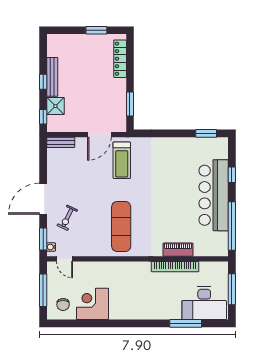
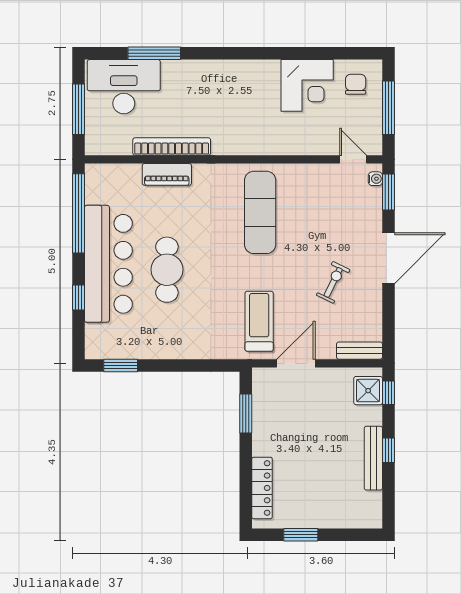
shower: (55, 106) -> (368, 391), moved
cafe table: (178, 192) -> (167, 270), added
exercise bike: (67, 218) -> (333, 282), moved

